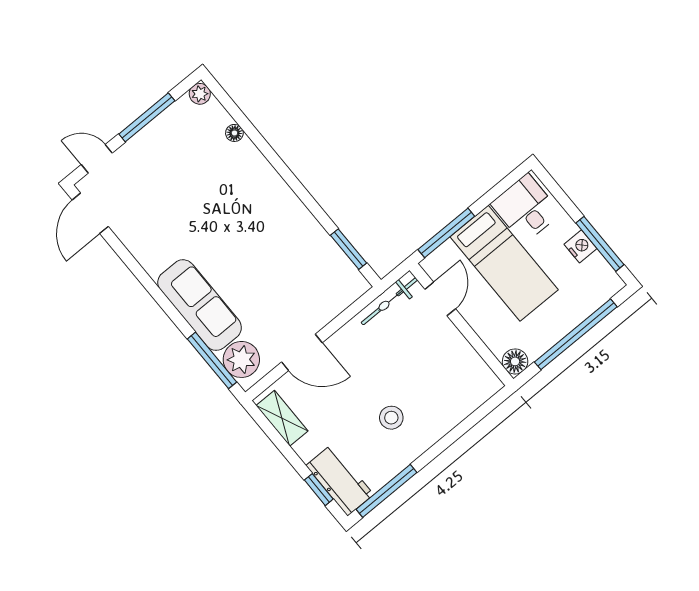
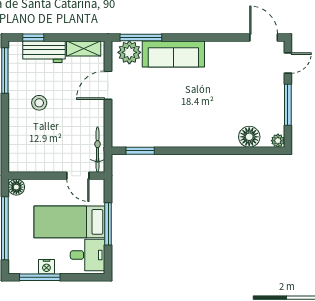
floor lamp: (234, 133) -> (249, 137), width x1.89, depth x1.89
window: (446, 233) -> (108, 224), moved
workbench: (340, 480) -> (44, 52), moved

